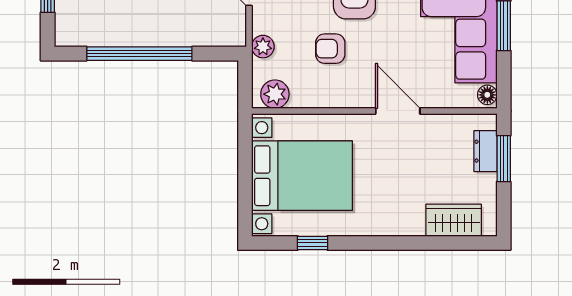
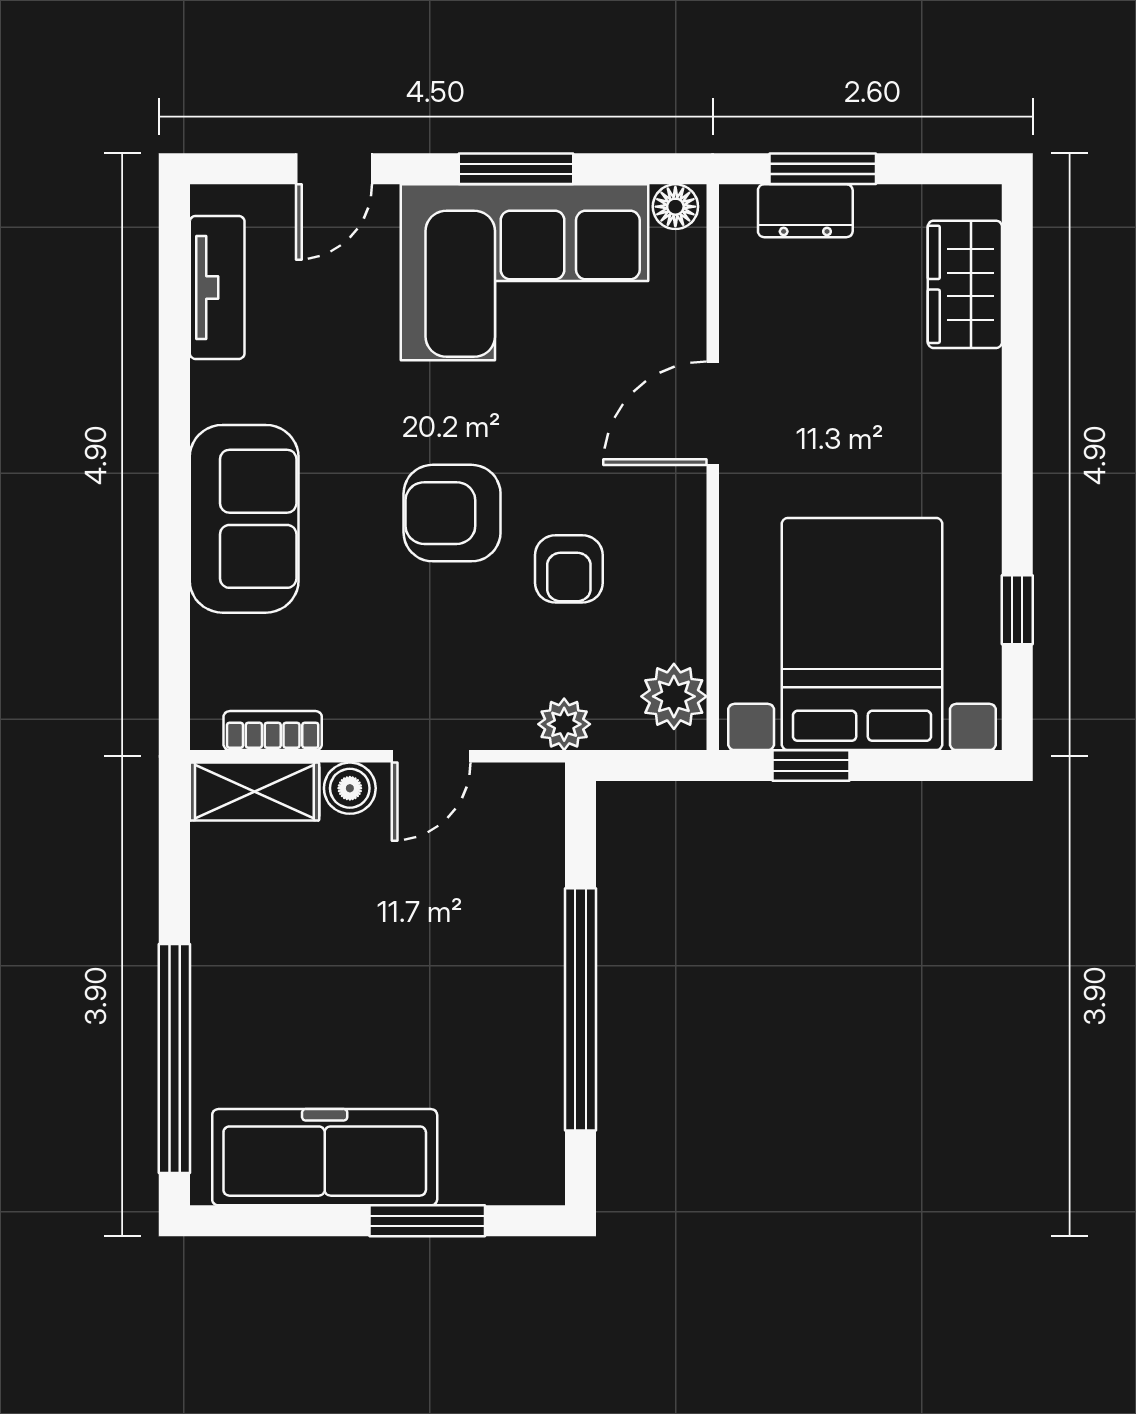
window: (245, 154) -> (811, 766), added

